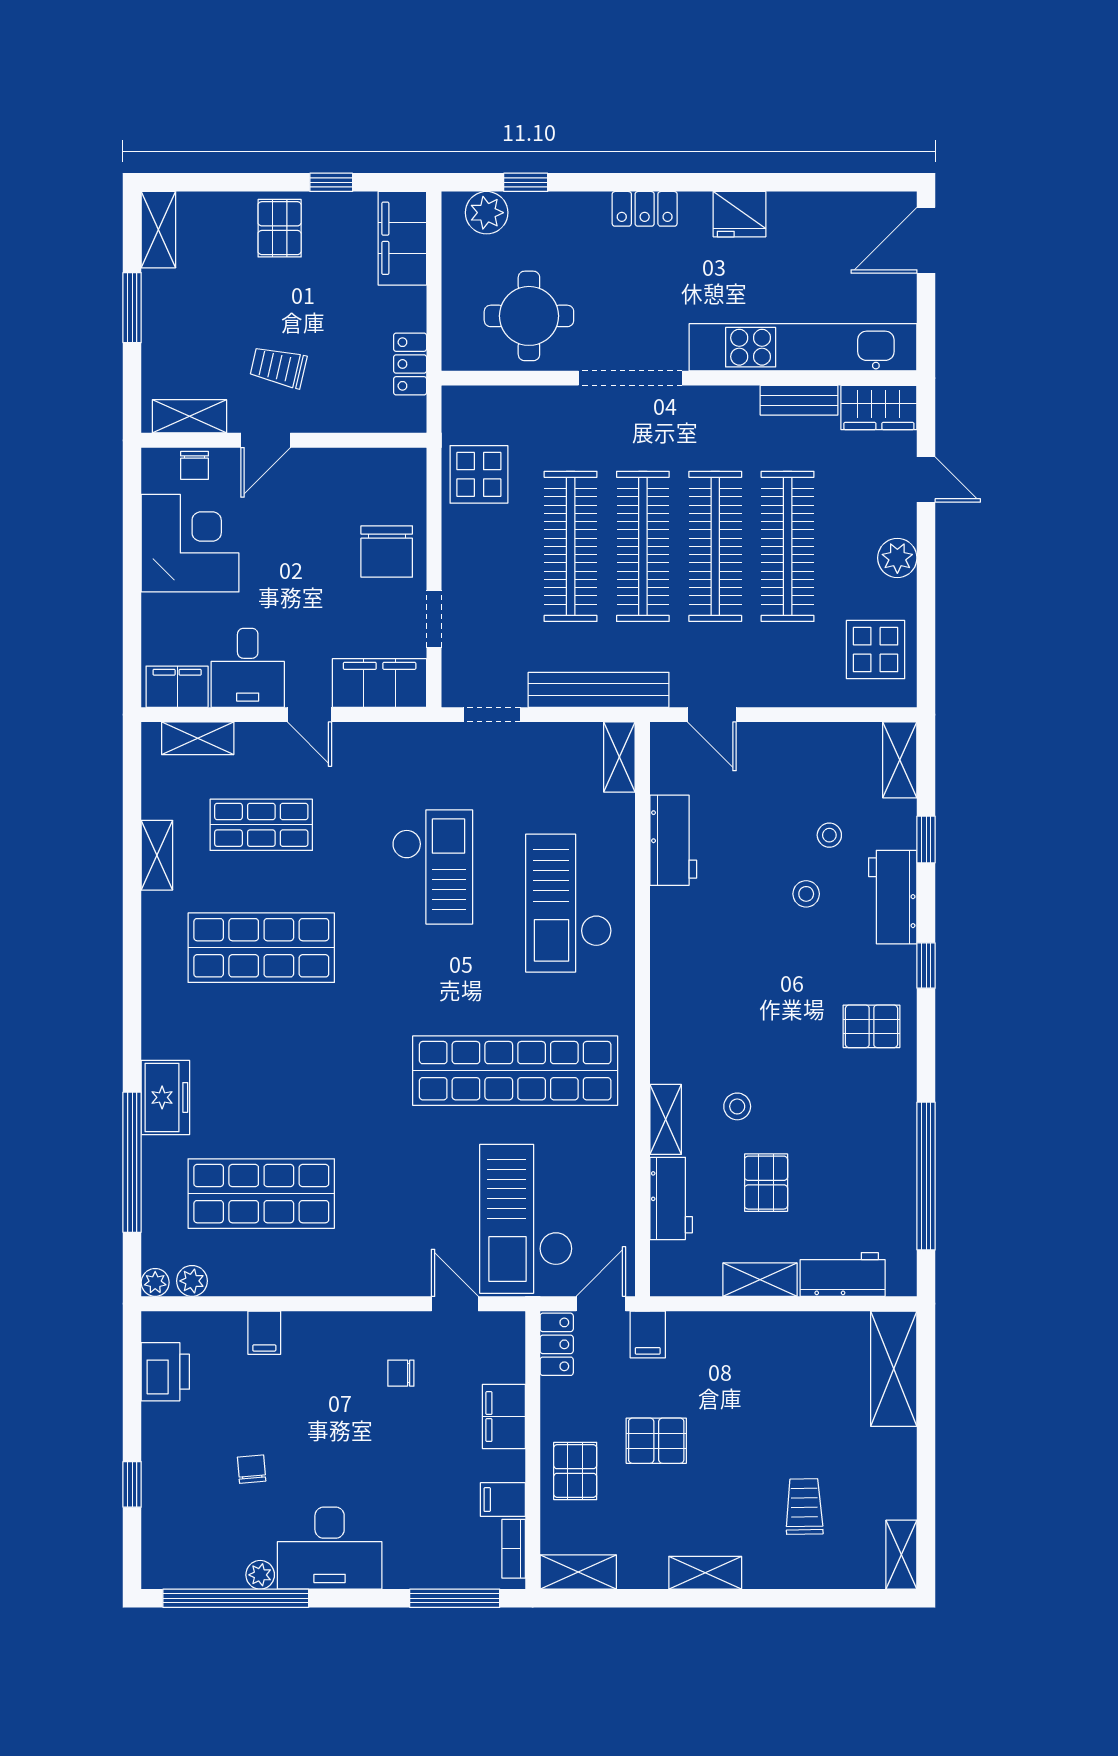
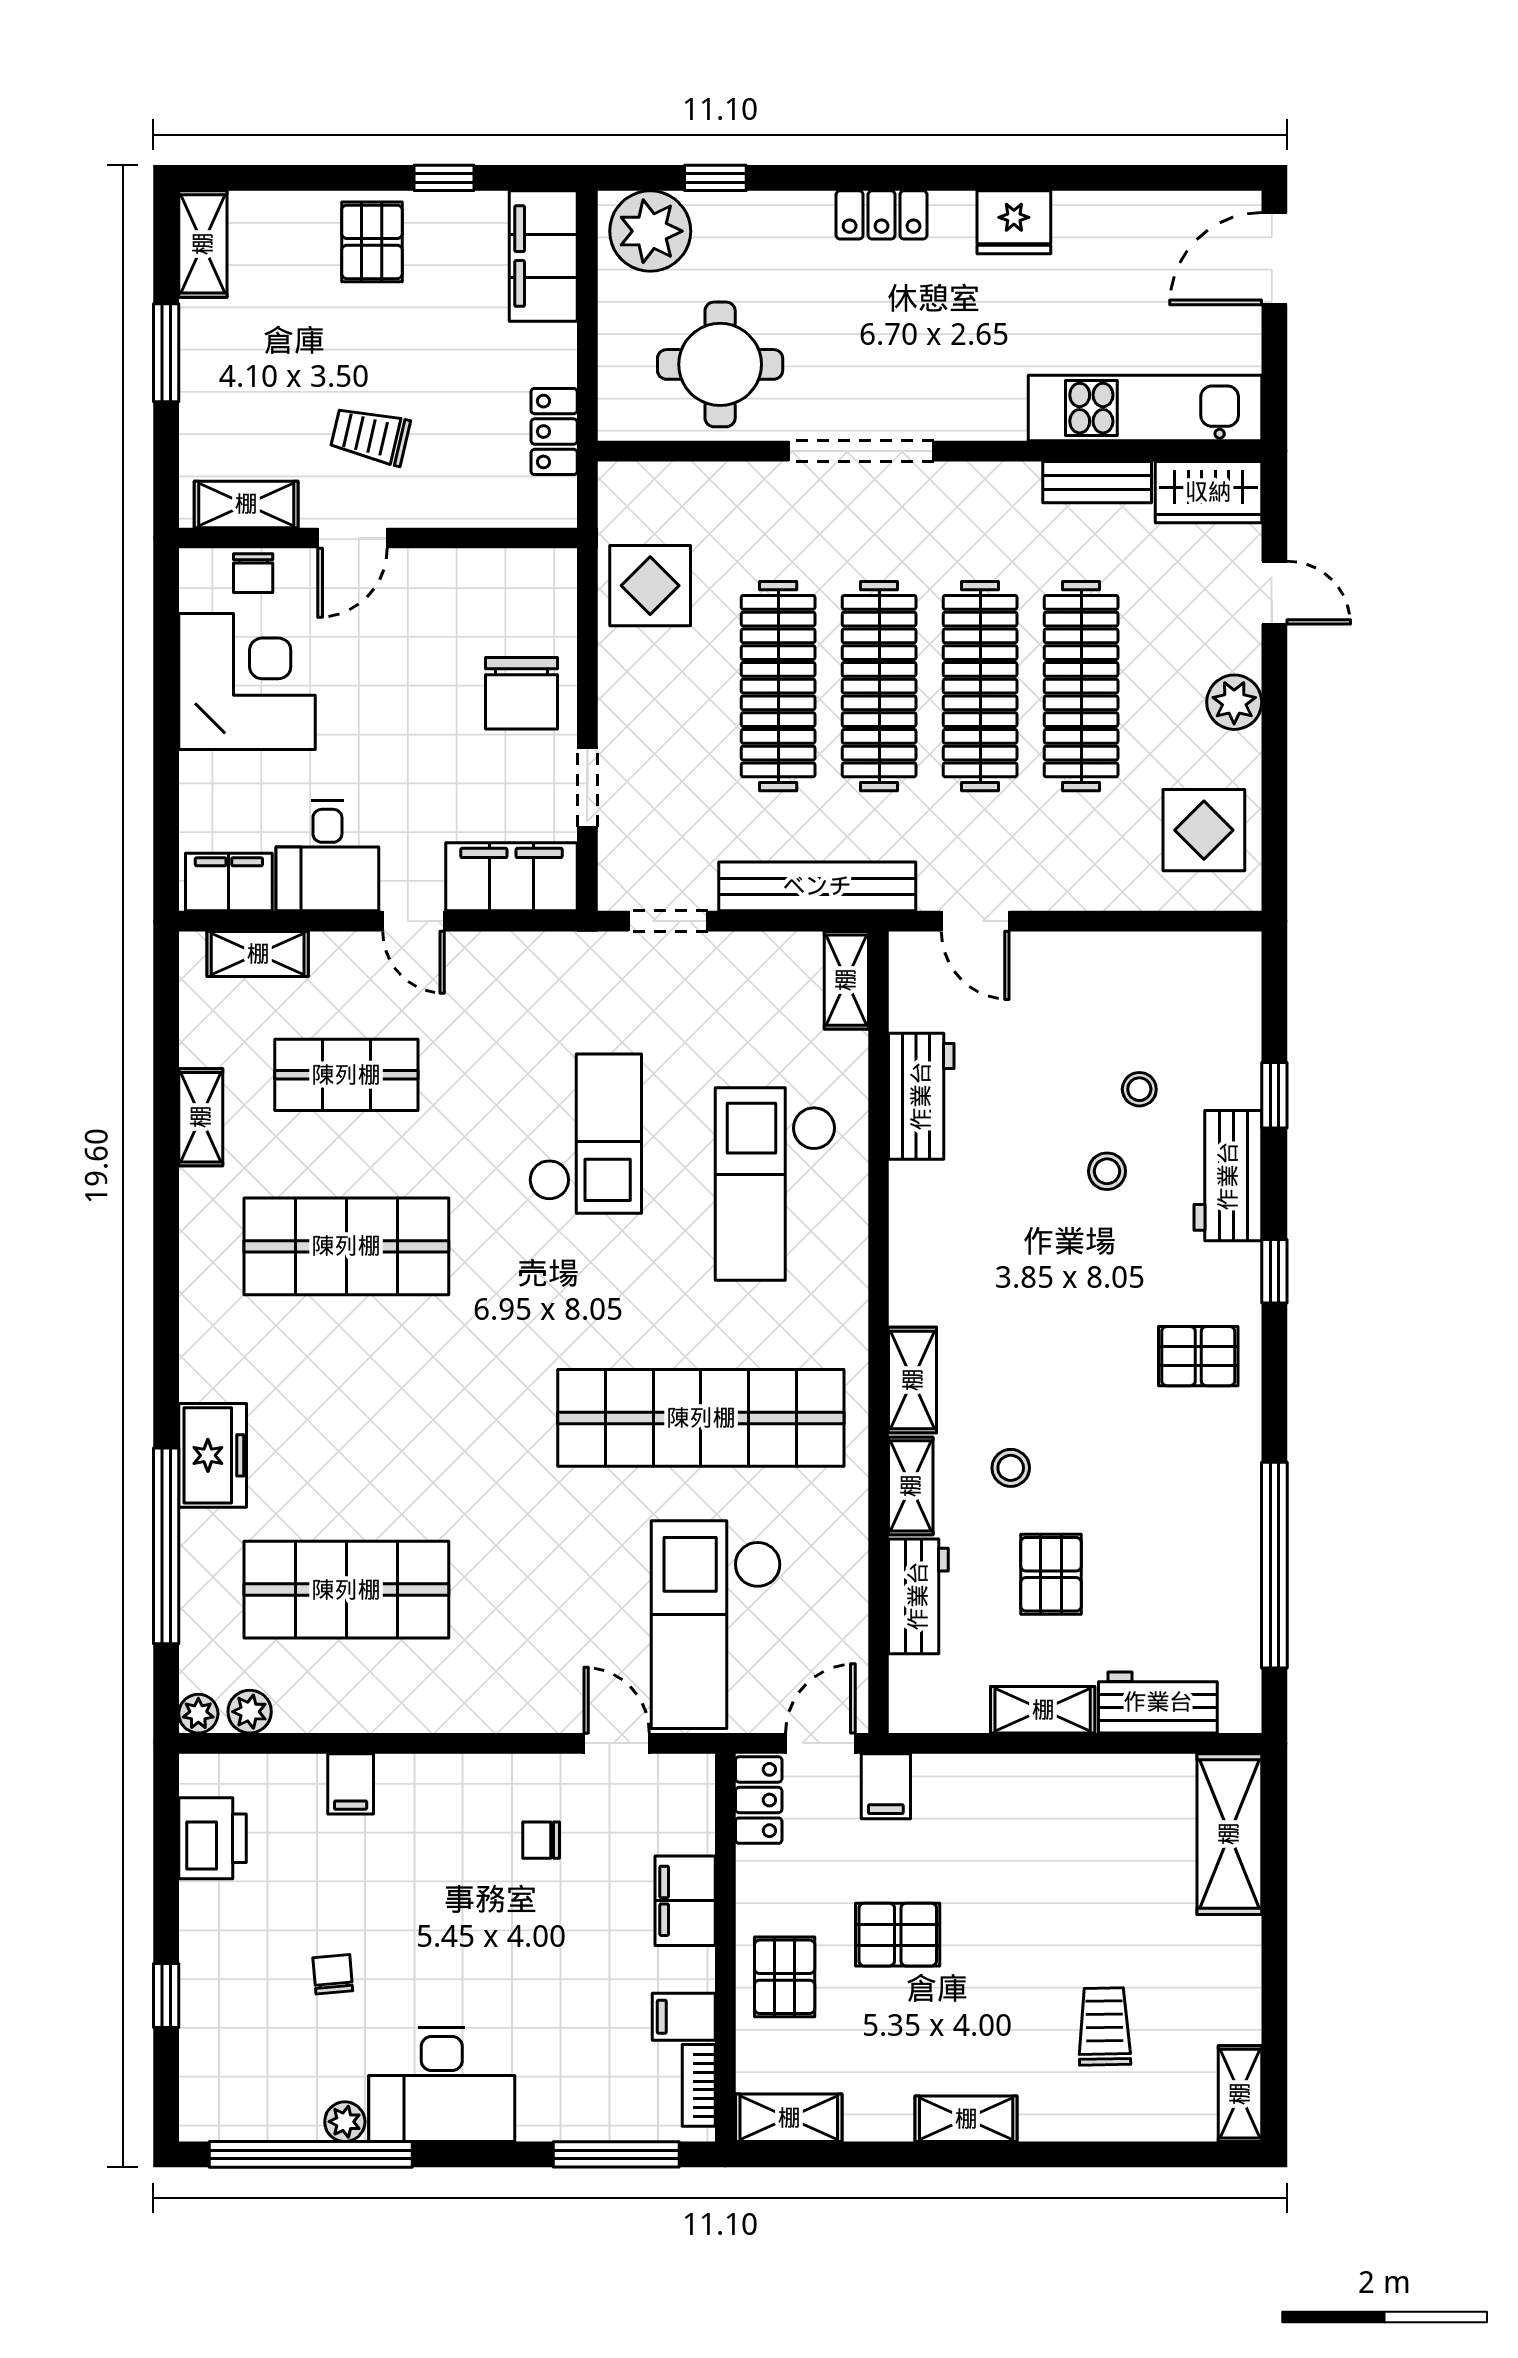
plant: (487, 213) -> (650, 231), width x1.36, depth x1.36
kitchen unit: (803, 347) -> (1145, 408), width x0.73
shelving: (900, 760) -> (913, 1380), moved

